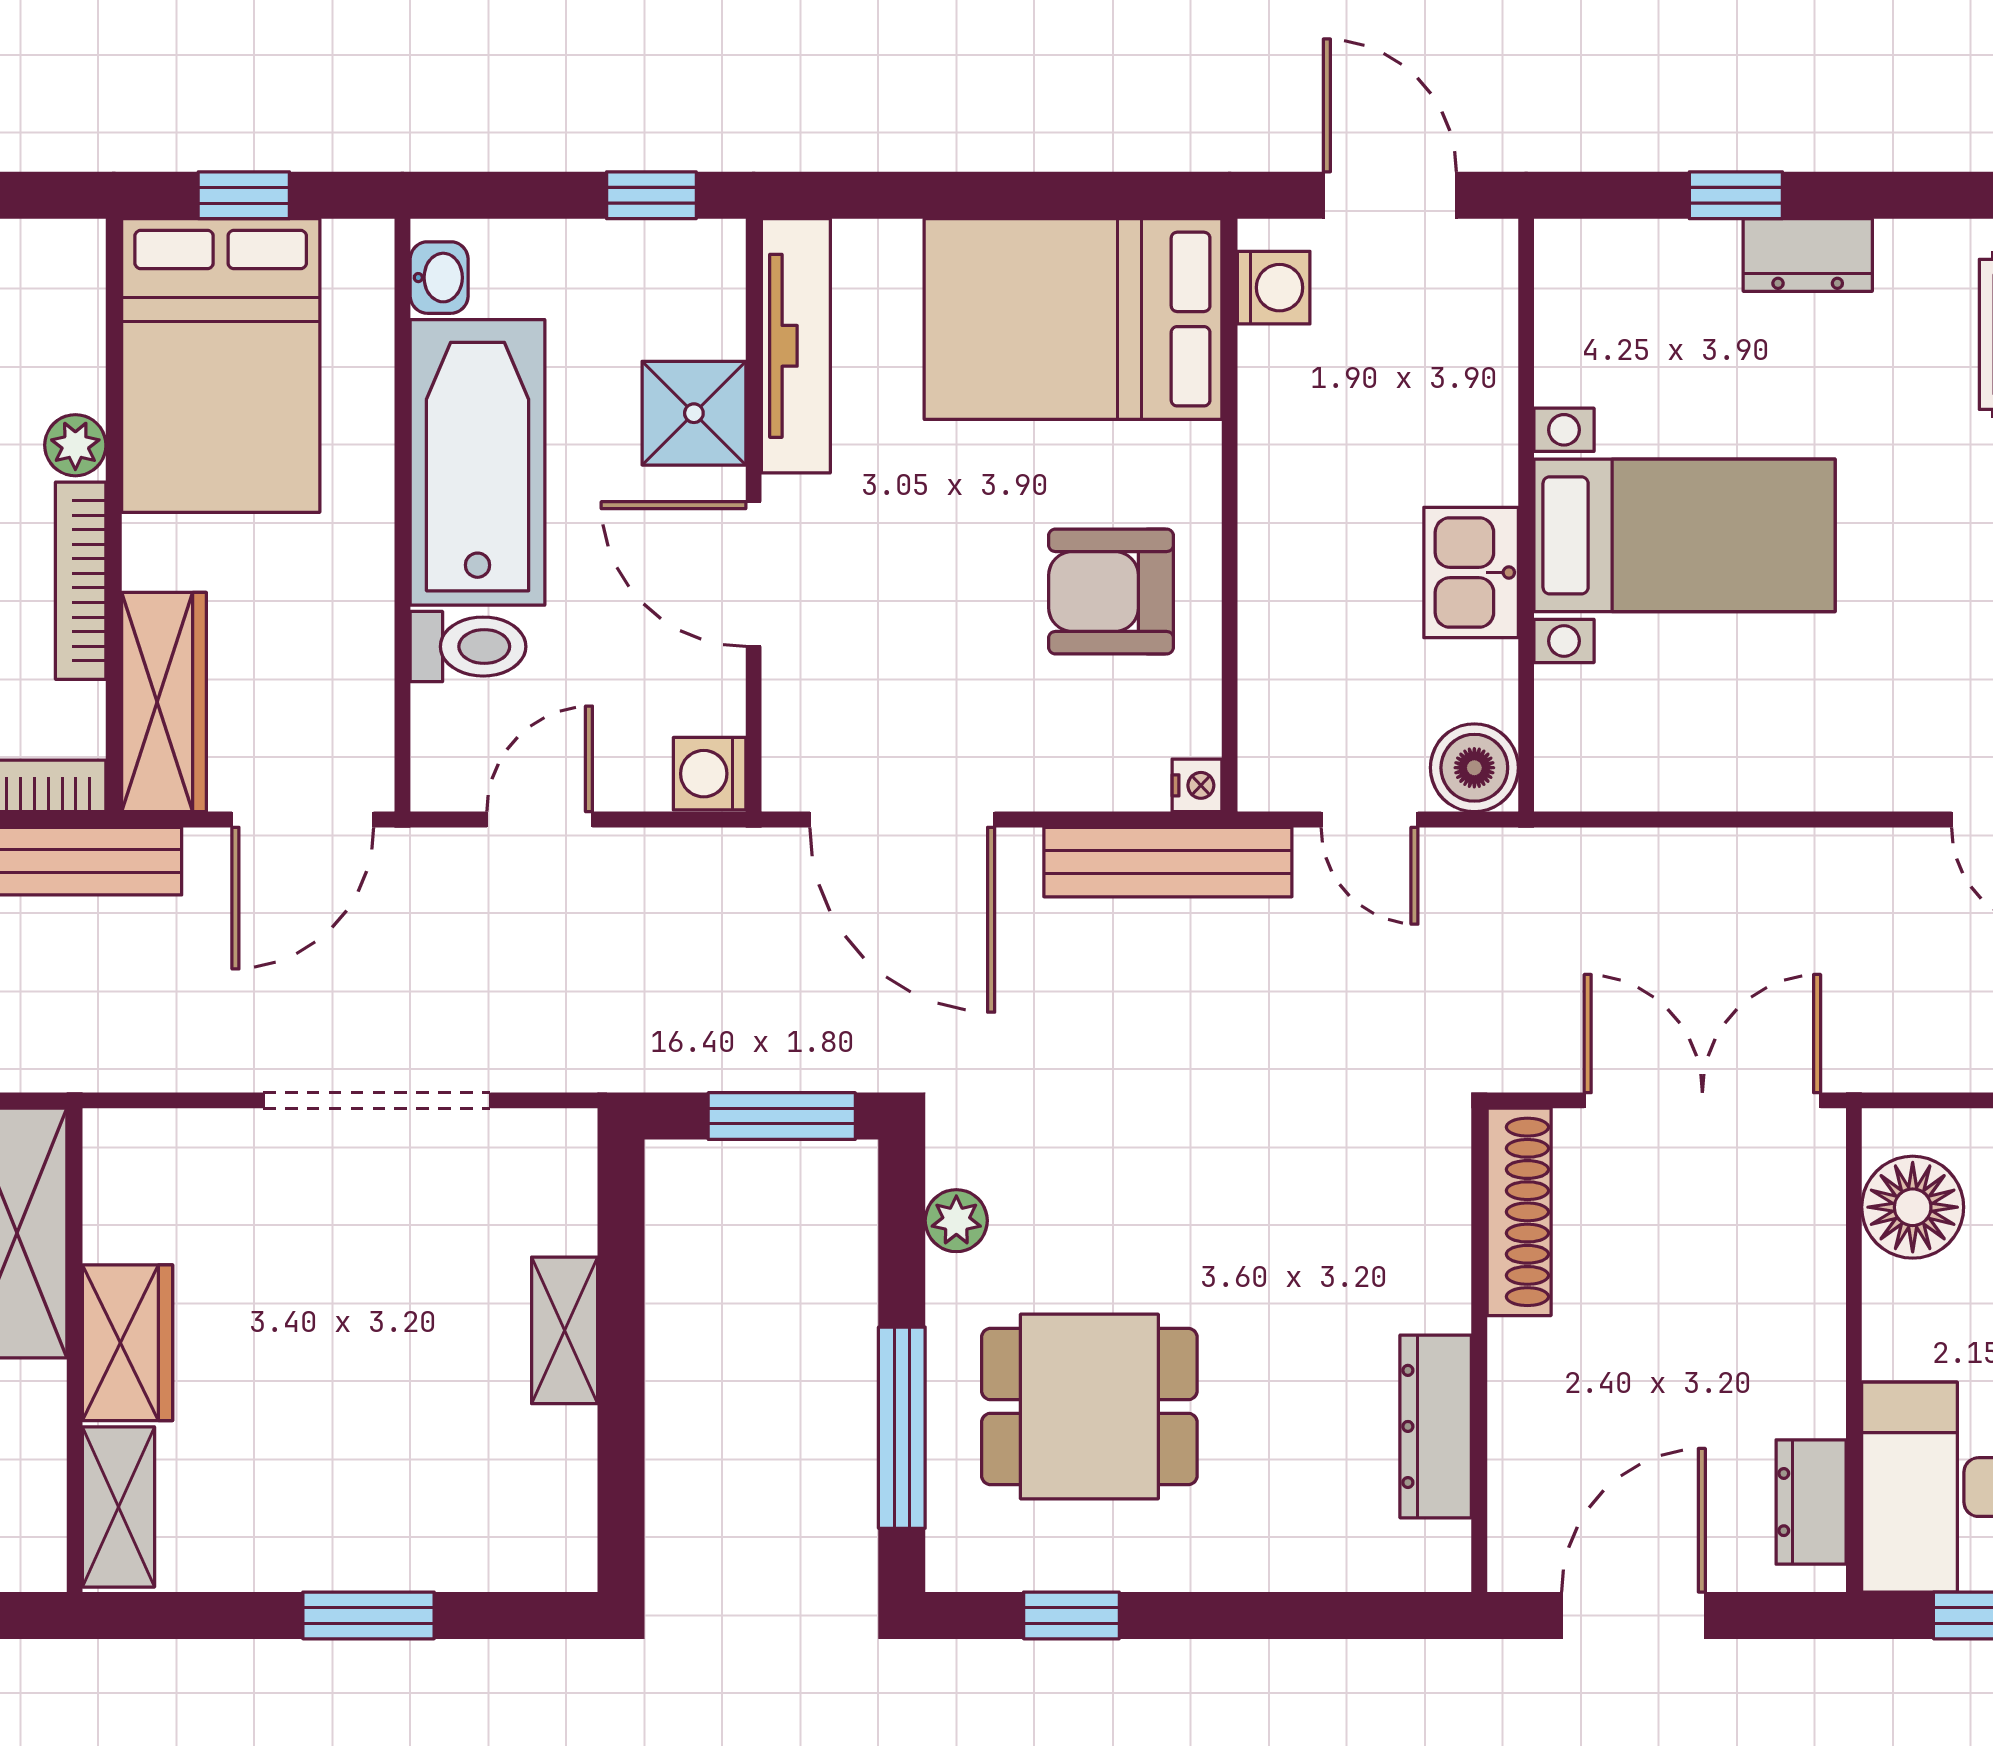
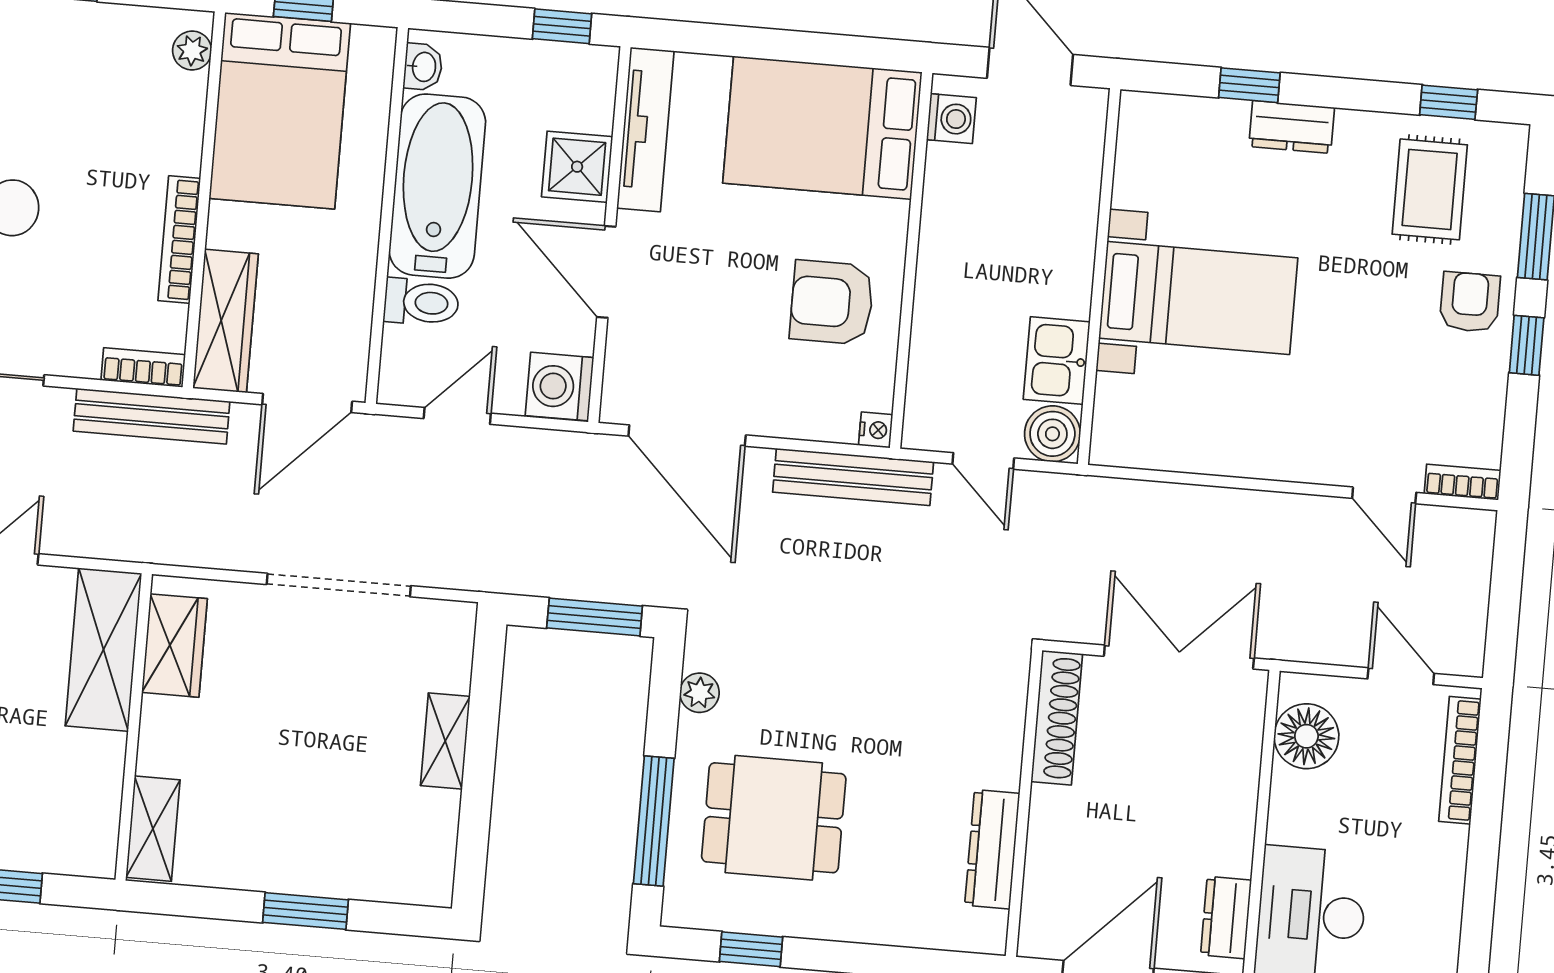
plant: (75, 445) -> (192, 51), moved
kitchen sink: (1471, 572) -> (1057, 361), moved
washing machine: (710, 774) -> (559, 387), width x1.38, depth x1.38
wardrobe: (128, 1343) -> (174, 646), moved

